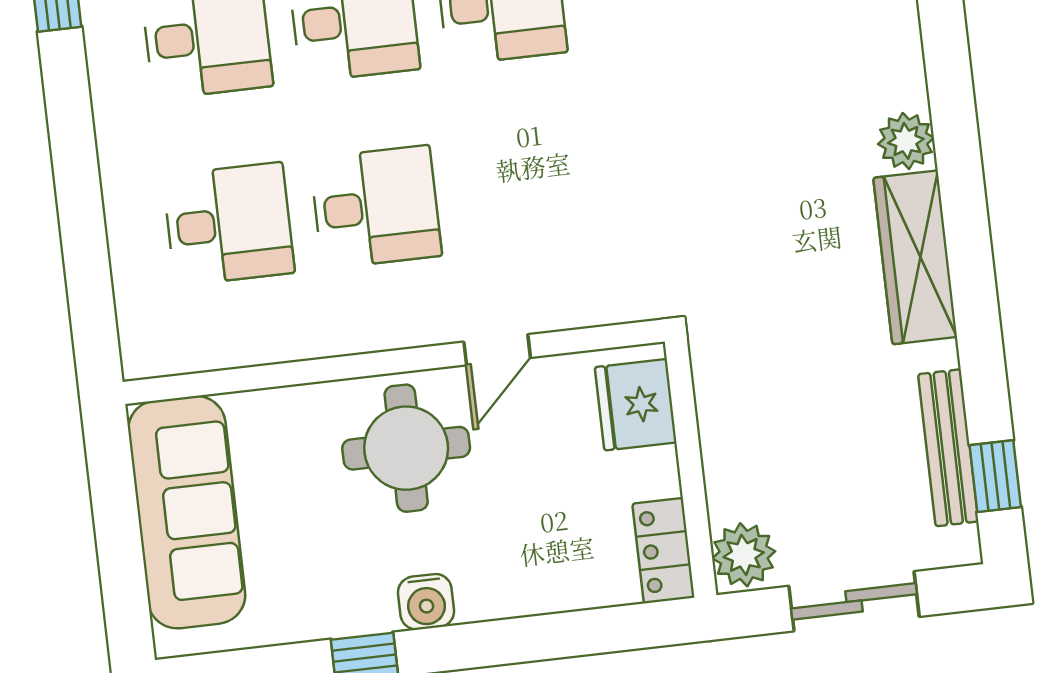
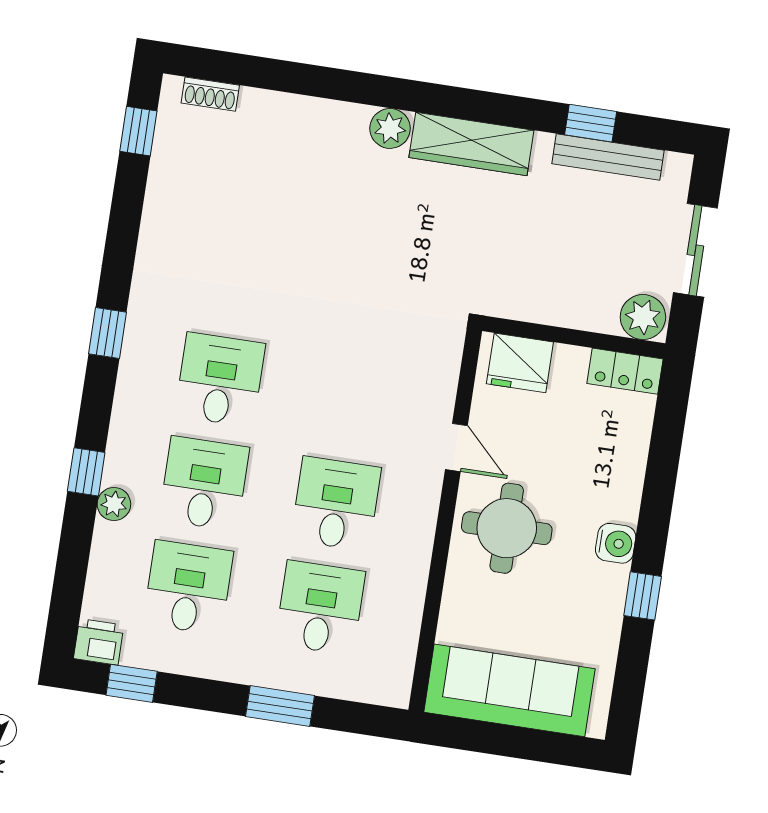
window: (80, 206) -> (280, 706), added
window: (995, 476) -> (591, 123), moved

